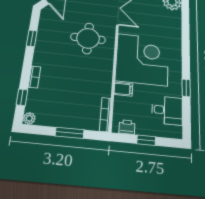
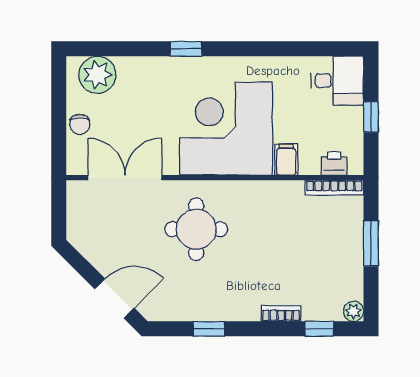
window: (186, 88) -> (186, 49), moved
desk: (167, 110) -> (337, 81), moved, turned 90
printer: (127, 127) -> (334, 164), moved, turned 90

